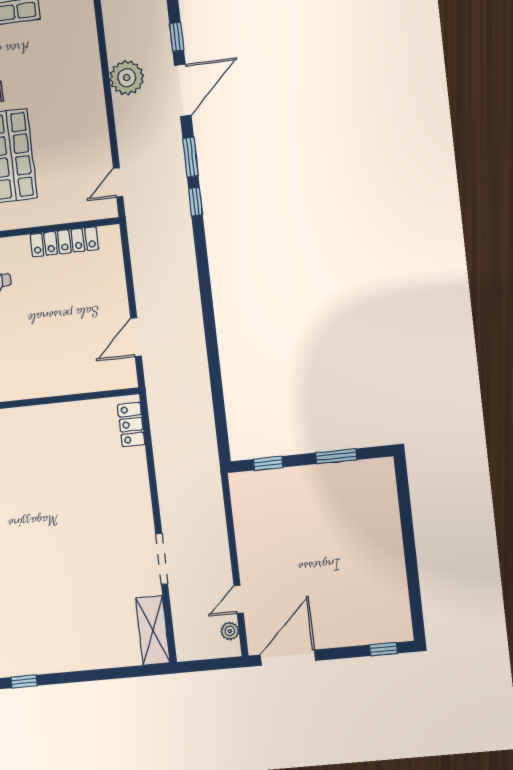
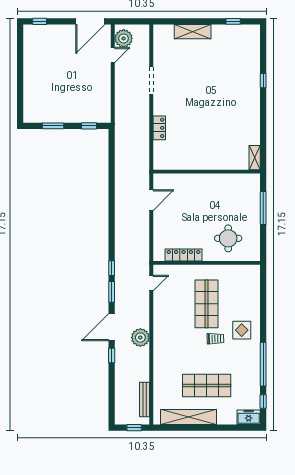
locker: (131, 425) -> (159, 128), moved
shelving: (153, 630) -> (193, 32), moved, turned 90
plant: (230, 631) -> (124, 38), width x1.87, depth x1.87

